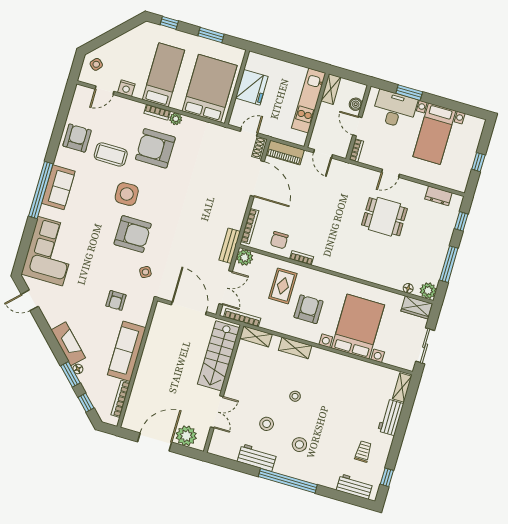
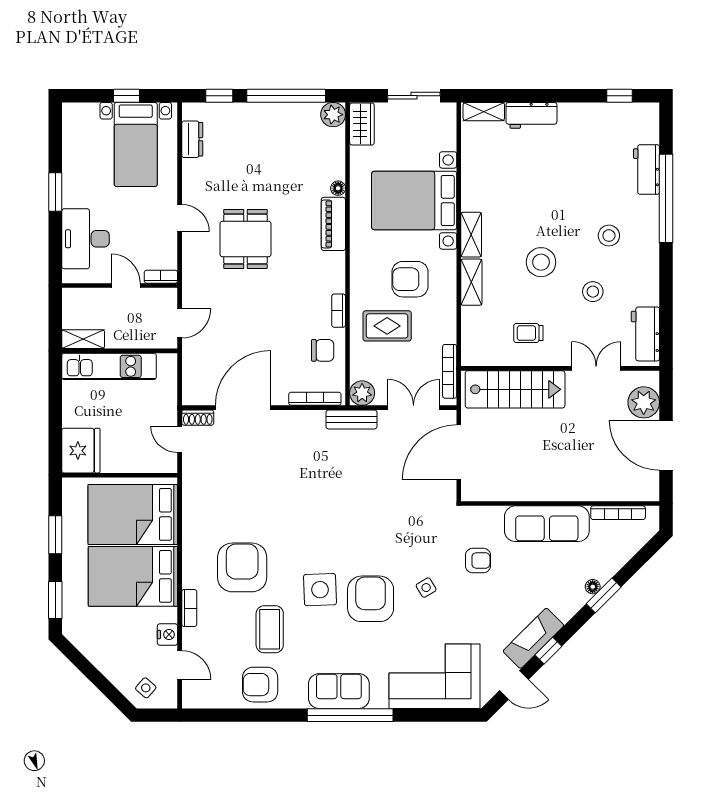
window: (169, 23) -> (55, 600), width x1.50
bed: (164, 75) -> (133, 576), width x1.50
fridge: (252, 87) -> (81, 451), moved, turned 90
window: (409, 93) -> (55, 192), moved
boiler: (356, 104) -> (95, 297), removed
bookcase: (157, 112) -> (189, 608), moved
plant: (176, 119) -> (191, 550), removed
door: (357, 126) -> (126, 285), swing flipped
bed with nightstands: (434, 134) -> (136, 144), moved, turned 90
armchair: (155, 148) -> (242, 567), turned 180
piano: (285, 152) -> (333, 224), moved, turned 180
dining table: (384, 217) -> (245, 239), moved
armchair: (133, 234) -> (371, 599), moved
window: (449, 264) -> (286, 96), width x1.46
side table: (145, 272) -> (426, 588), moved
floor lamp: (408, 288) -> (338, 188), moved
door: (30, 300) -> (514, 685), hinge flipped
shelving: (256, 336) -> (471, 235), moved
fireplace: (68, 344) -> (533, 638), moved
stool: (295, 396) -> (541, 262), width x1.89, depth x1.89
window: (86, 403) -> (548, 651), moved
trolley: (363, 451) -> (528, 333), moved
workbench: (257, 458) -> (645, 334), moved
window: (288, 481) -> (666, 198), moved
workbench: (355, 487) -> (647, 170), moved

